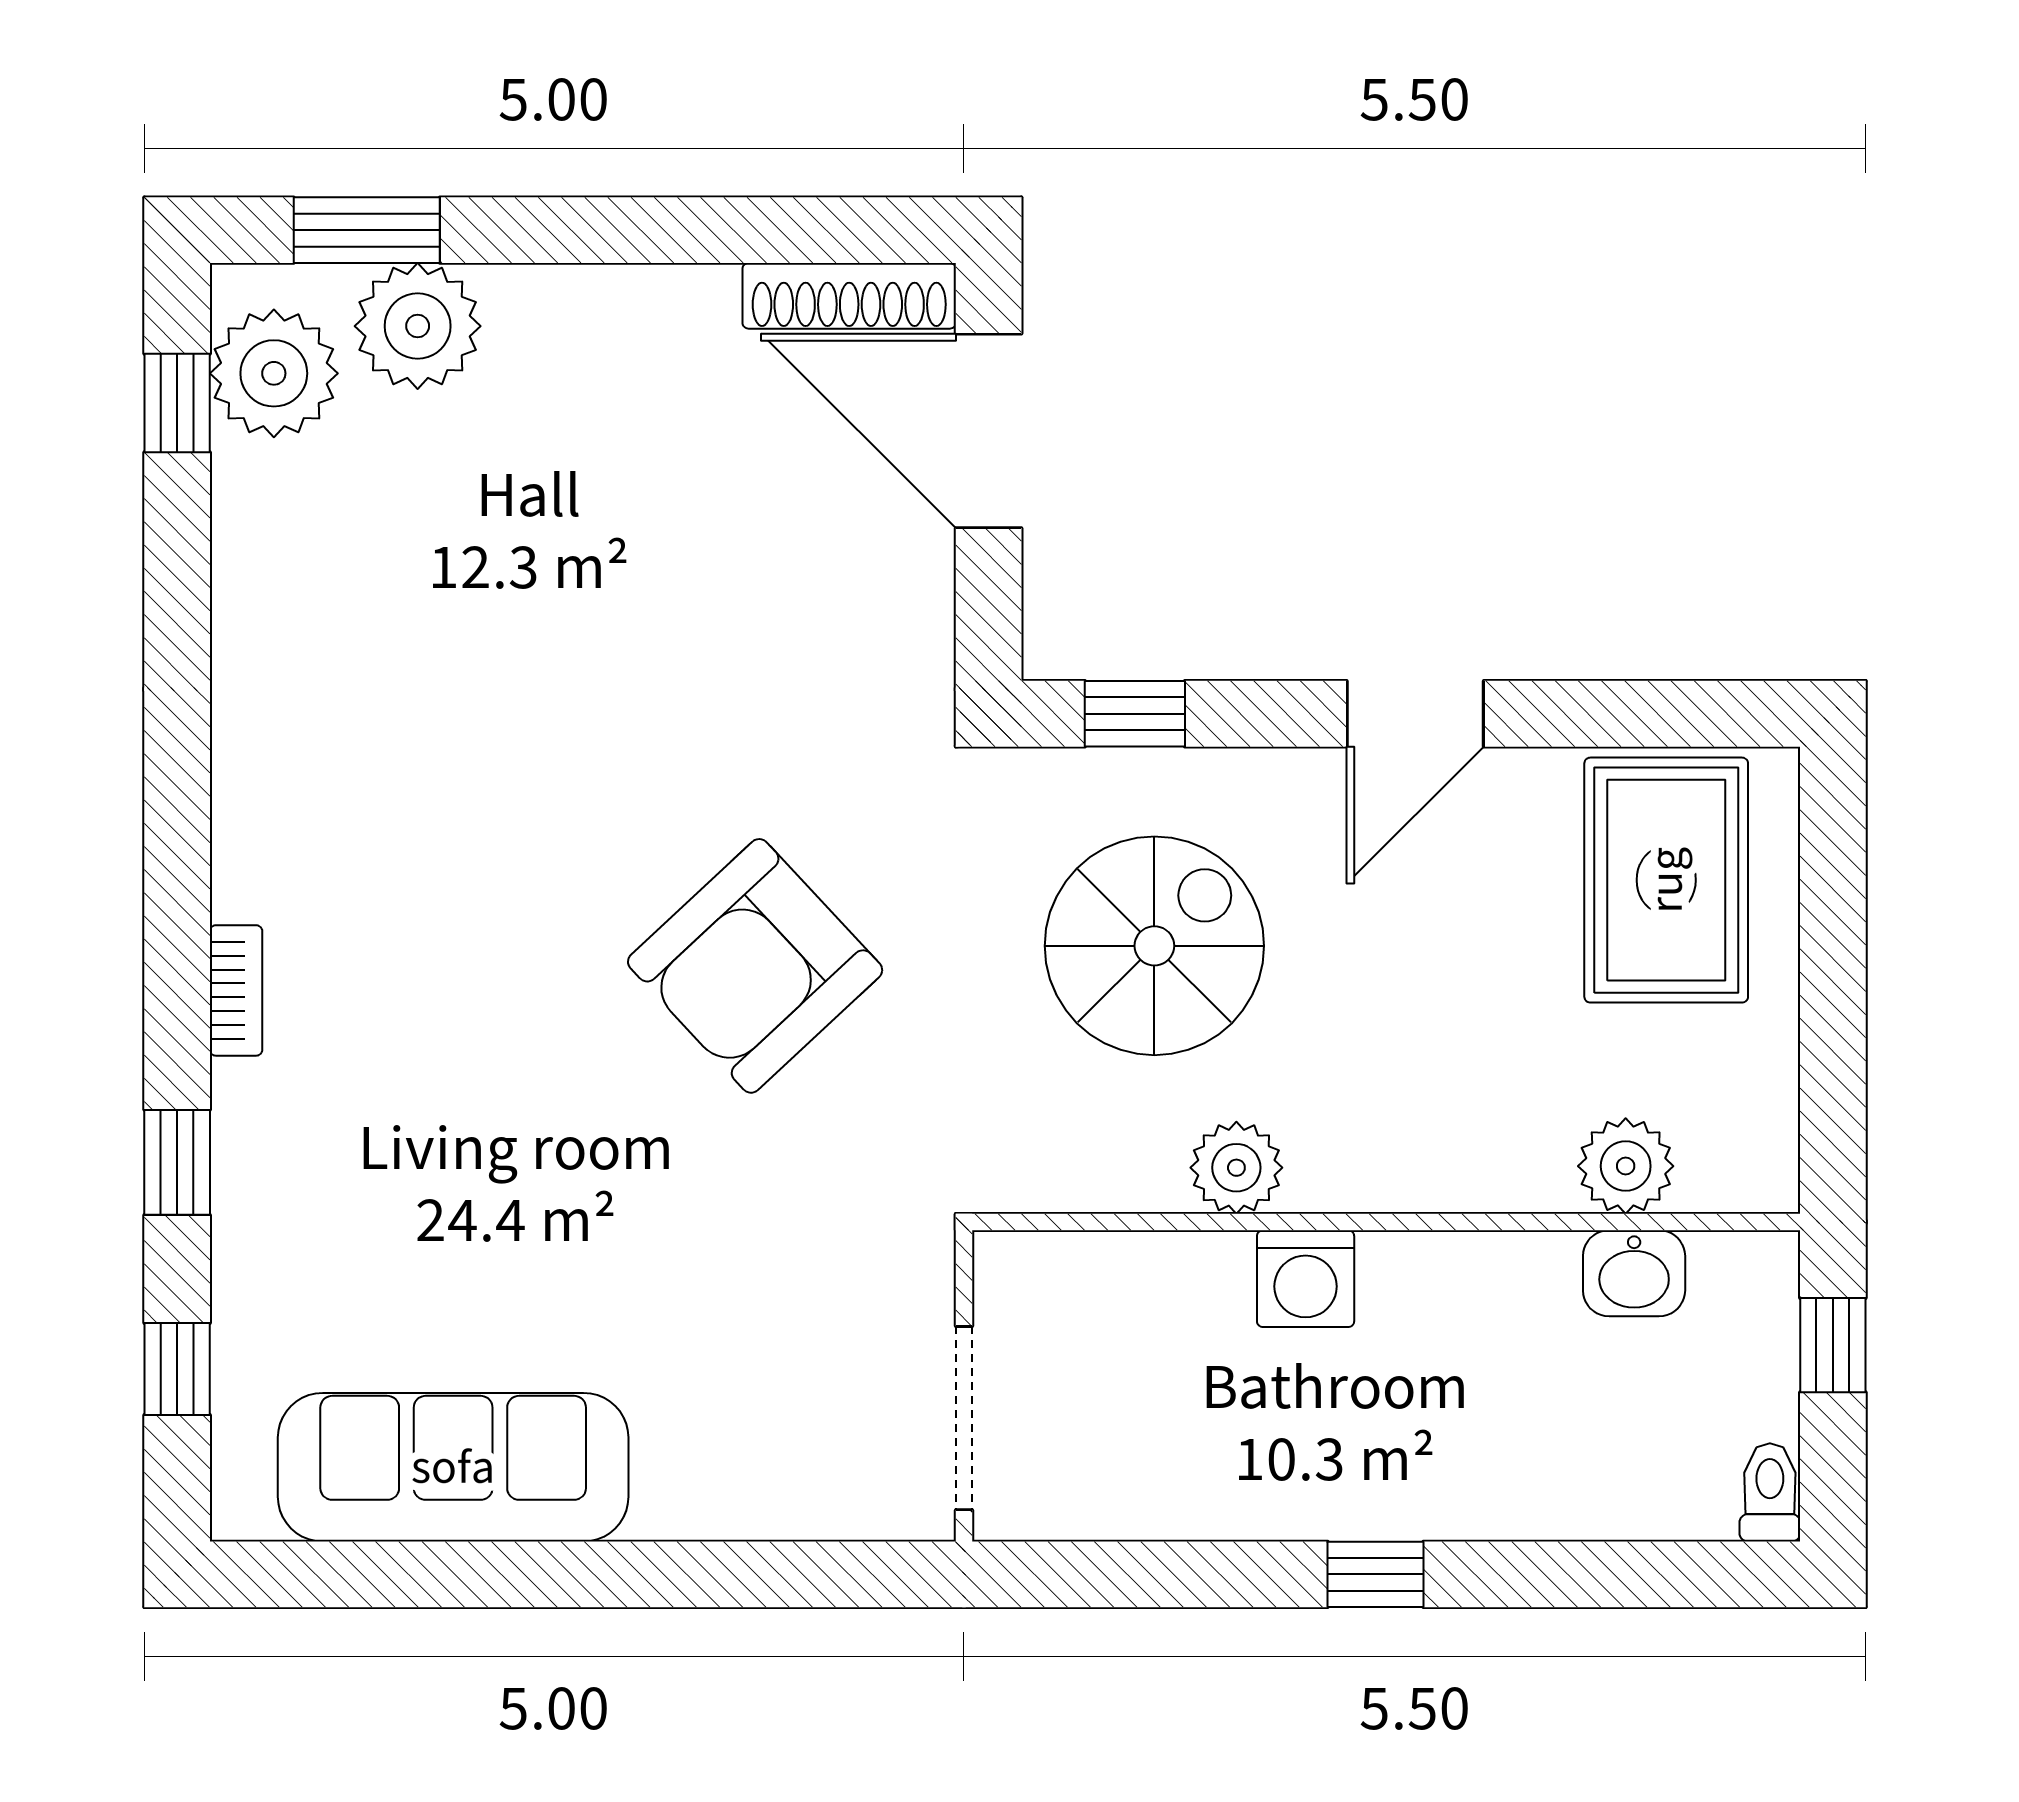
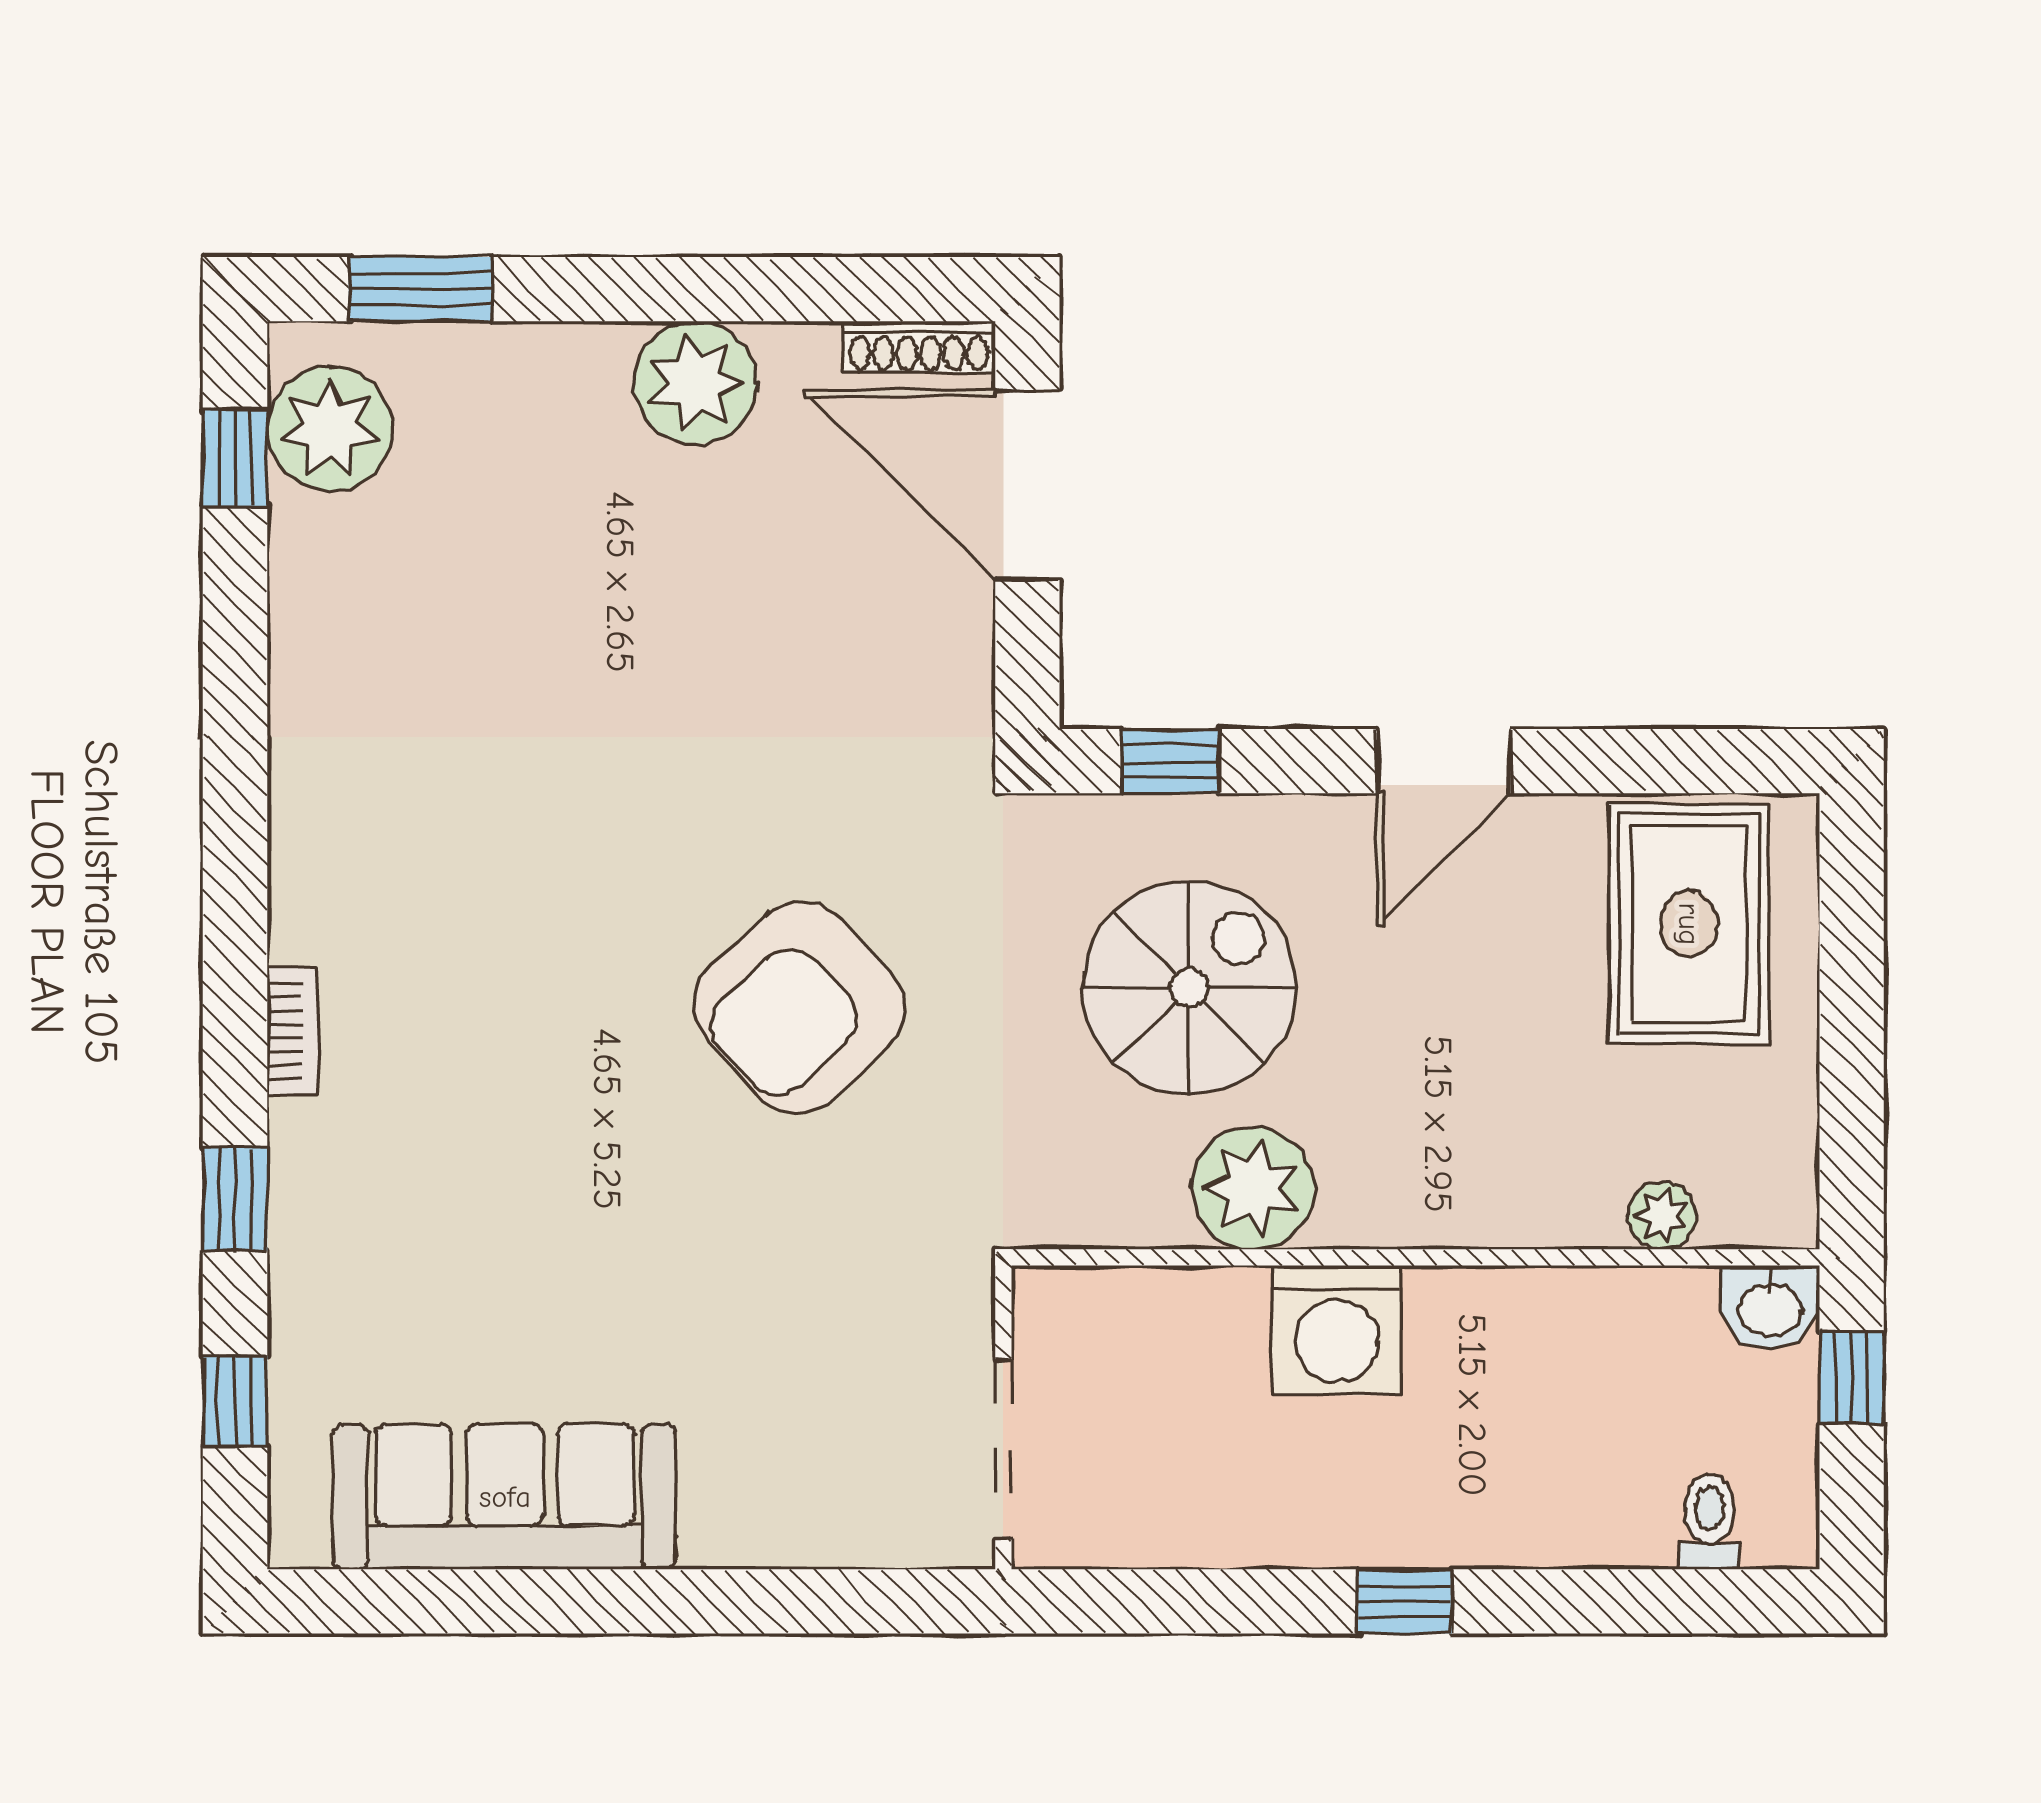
shoe rack: (849, 296) -> (919, 347), width x0.74, depth x0.81
plant: (418, 326) -> (695, 383), moved
plant: (1626, 1166) -> (1662, 1215), width x0.73, depth x0.73
plant: (1236, 1168) -> (1253, 1188), width x1.36, depth x1.36
washbasin: (1634, 1273) -> (1770, 1307), moved
washing machine: (1306, 1279) -> (1337, 1330), width x1.37, depth x1.37
toilet: (1770, 1492) -> (1709, 1521), moved

